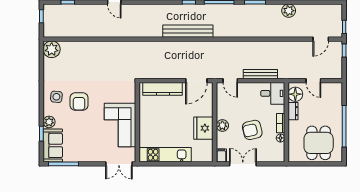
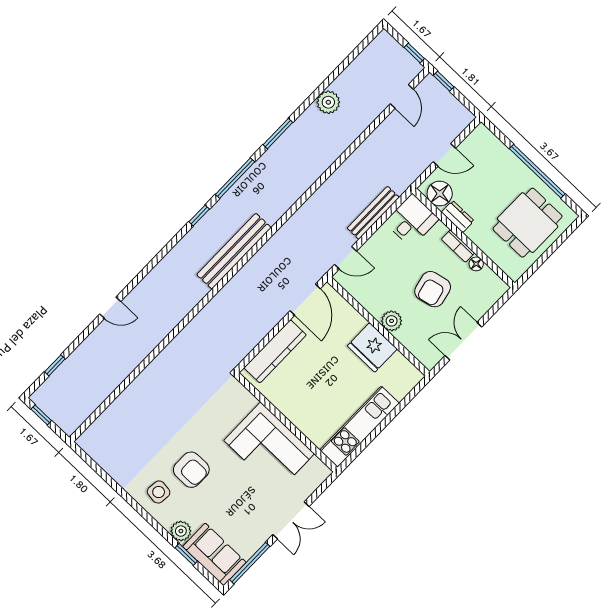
plant: (52, 49) -> (94, 441), removed
dining table: (319, 143) -> (528, 223), turned 90
filing cabinet: (221, 155) -> (427, 358), removed
double door: (119, 164) -> (291, 520), moved

